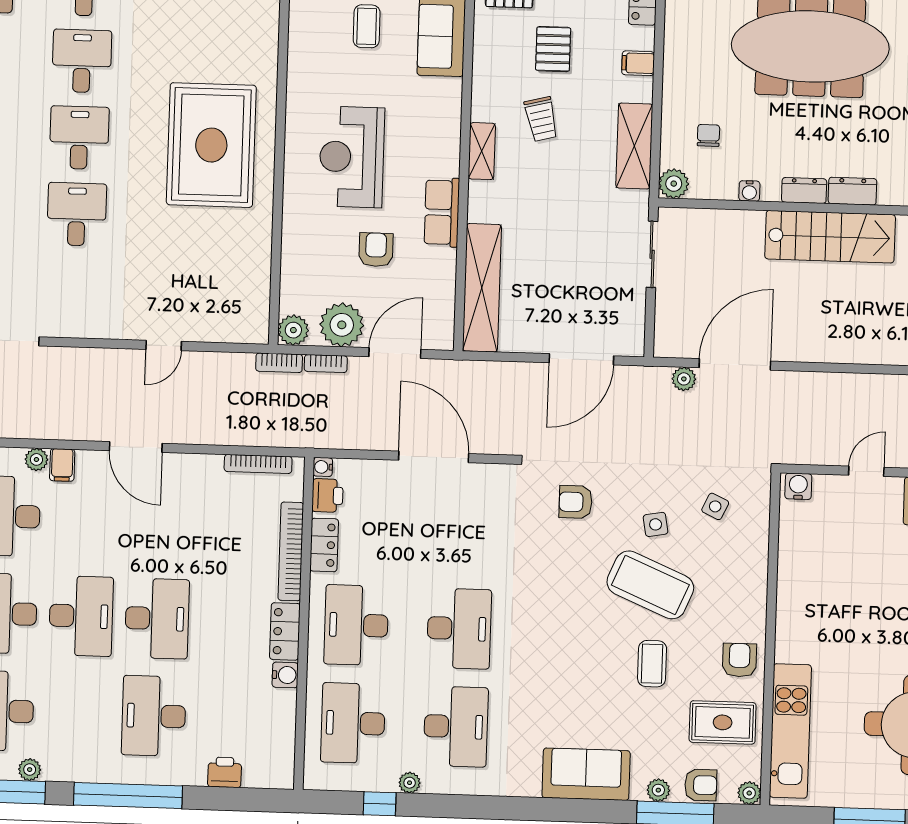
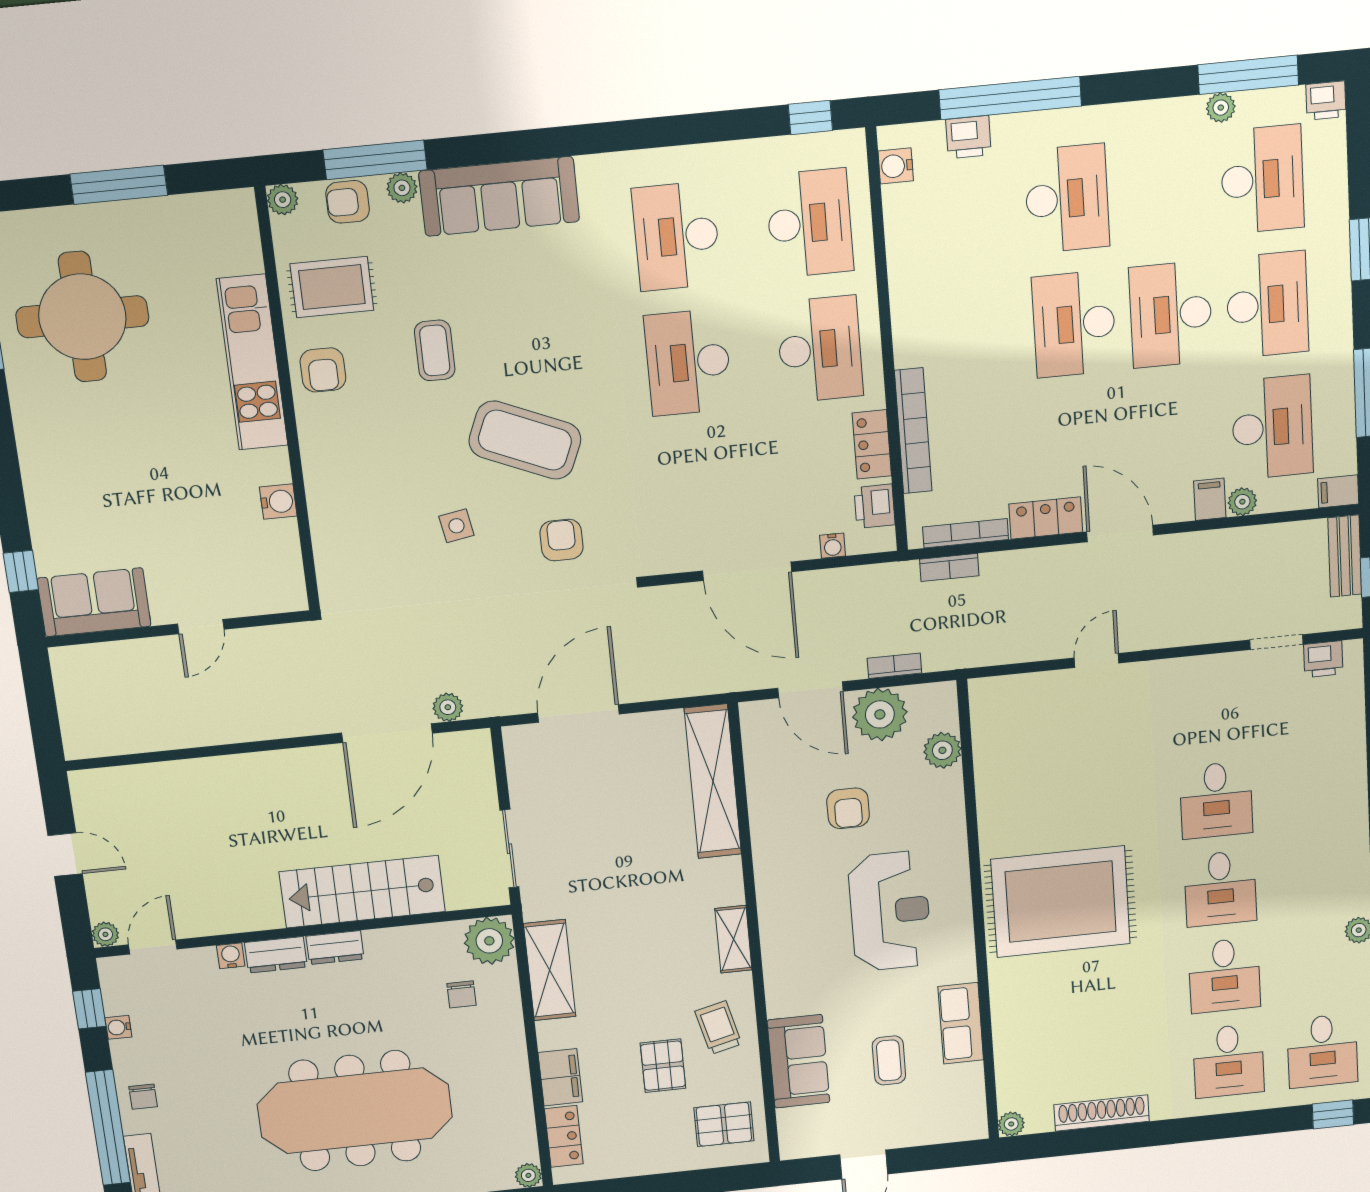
filing cabinet: (638, 63) -> (560, 1077), width x2.00
trolley: (541, 119) -> (718, 1028), moved
rug: (211, 145) -> (1061, 902), turned 90
plant: (674, 184) -> (489, 941), width x1.36, depth x1.36
water cooler: (749, 191) -> (231, 956), moved
row of seats: (442, 212) -> (961, 1023), moved, turned 180
stairs: (830, 237) -> (362, 892), moved
plant: (293, 330) -> (942, 750), moved
door: (395, 353) -> (810, 690), hinge flipped
bookcase: (279, 363) -> (949, 567), moved, turned 180
water cooler: (323, 467) -> (833, 546), moved, turned 90
water cooler: (798, 486) -> (278, 502), moved, turned -90
armchair: (576, 502) -> (561, 540), turned -90
side table: (715, 506) -> (384, 558), removed
coffee table: (650, 585) -> (525, 440), moved
locker: (285, 631) -> (1046, 518), moved, turned -90
water cooler: (285, 675) -> (896, 166), moved
kitchen unit: (790, 731) -> (252, 362), moved
sofa: (586, 774) -> (499, 196), width x1.36
plant: (410, 783) -> (727, 155), removed
window: (128, 795) -> (1010, 98), moved
window: (380, 804) -> (810, 117), moved

